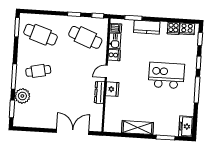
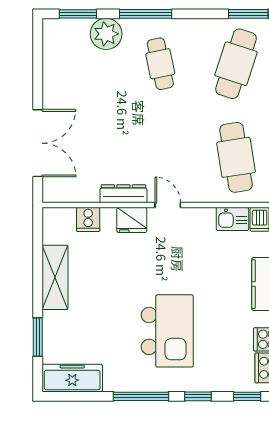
cafe table: (85, 37) -> (236, 157), turned -30
cooker: (114, 55) -> (88, 219), moved
freezer: (186, 126) -> (72, 378), width x1.40

